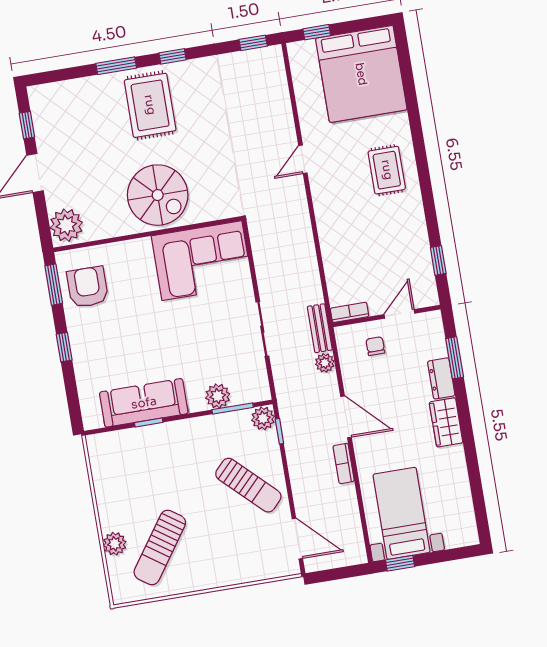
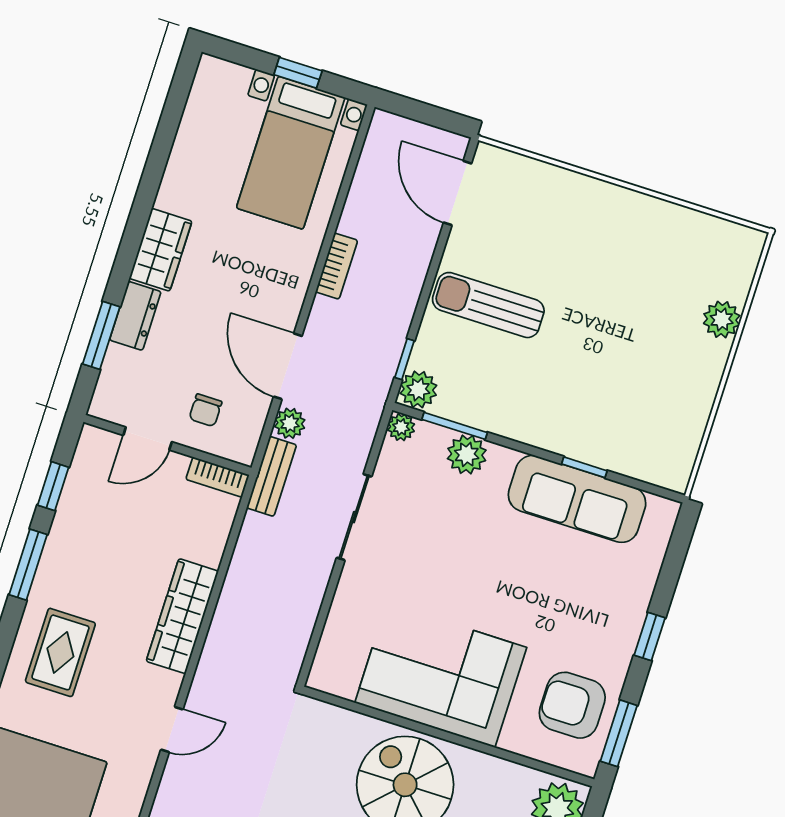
window: (430, 210) -> (28, 565), added
wardrobe: (329, 225) -> (182, 616), added
corner sofa: (202, 261) -> (441, 675), moved
armchair: (88, 287) -> (572, 705), turned 90
plant: (262, 392) -> (401, 427), added
door: (346, 417) -> (288, 366), moved
sun lounger: (248, 485) -> (488, 305), turned -44
sun lounger: (160, 547) -> (660, 281), removed
window: (400, 563) -> (298, 73), moved

